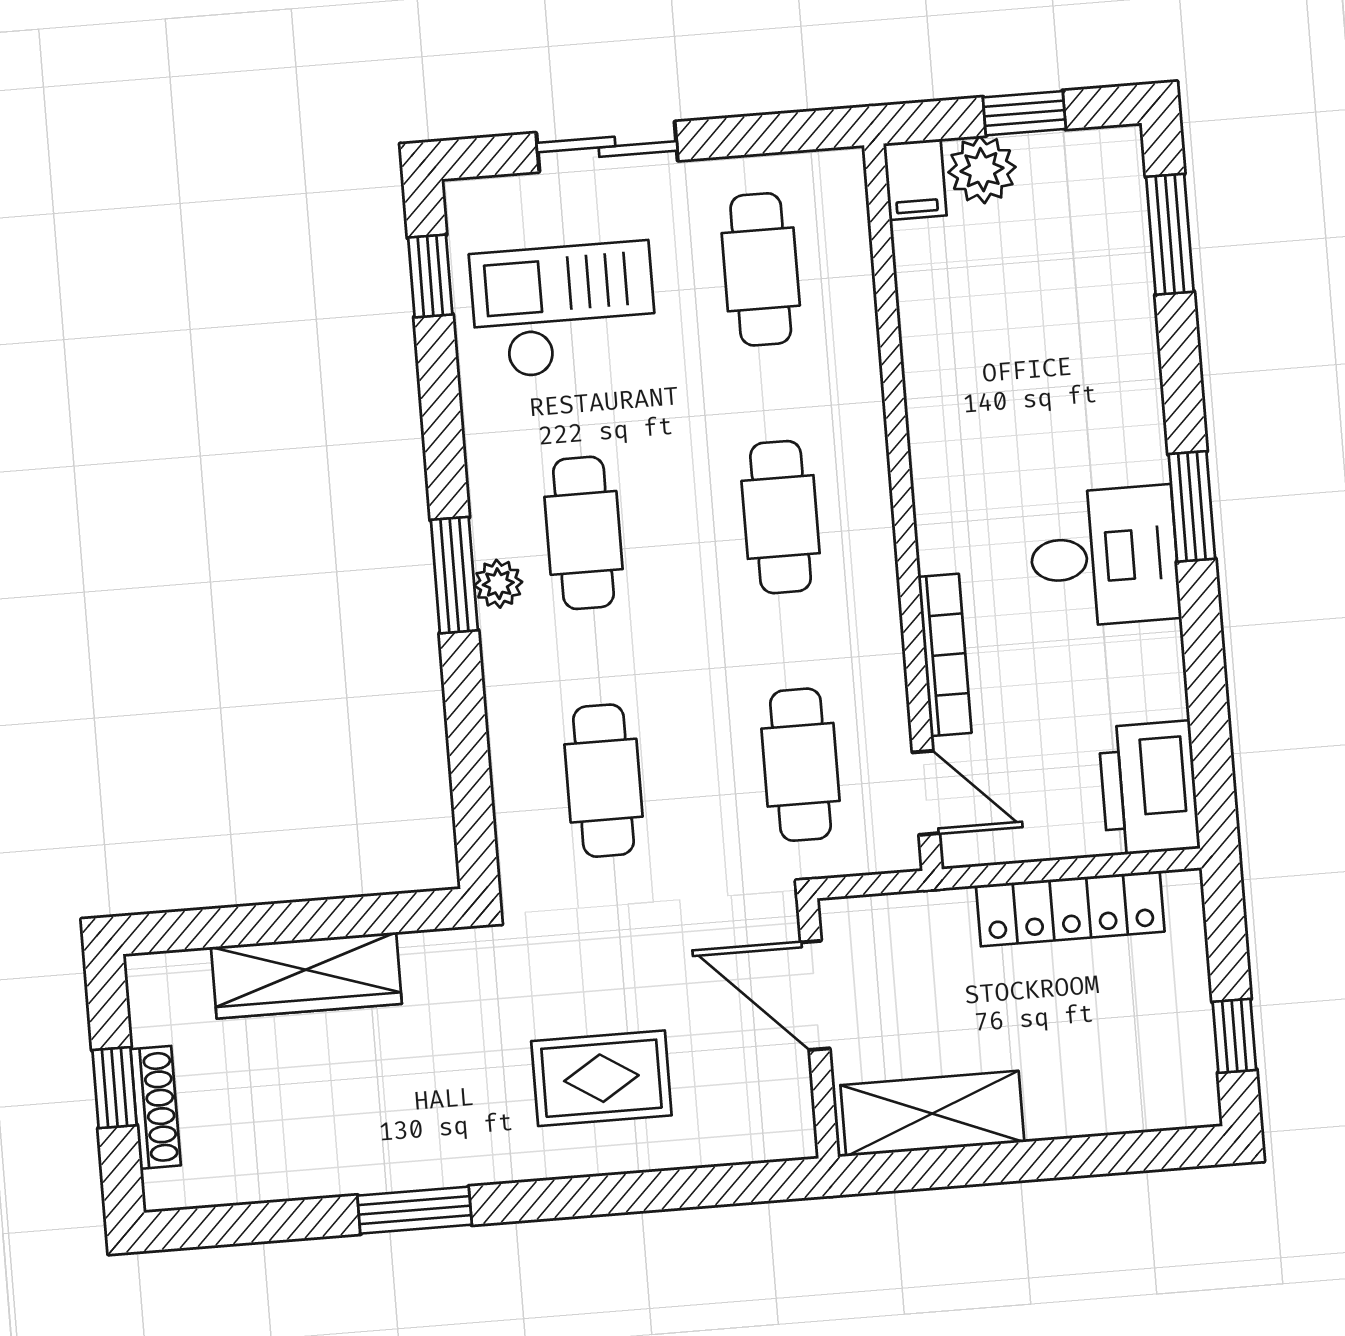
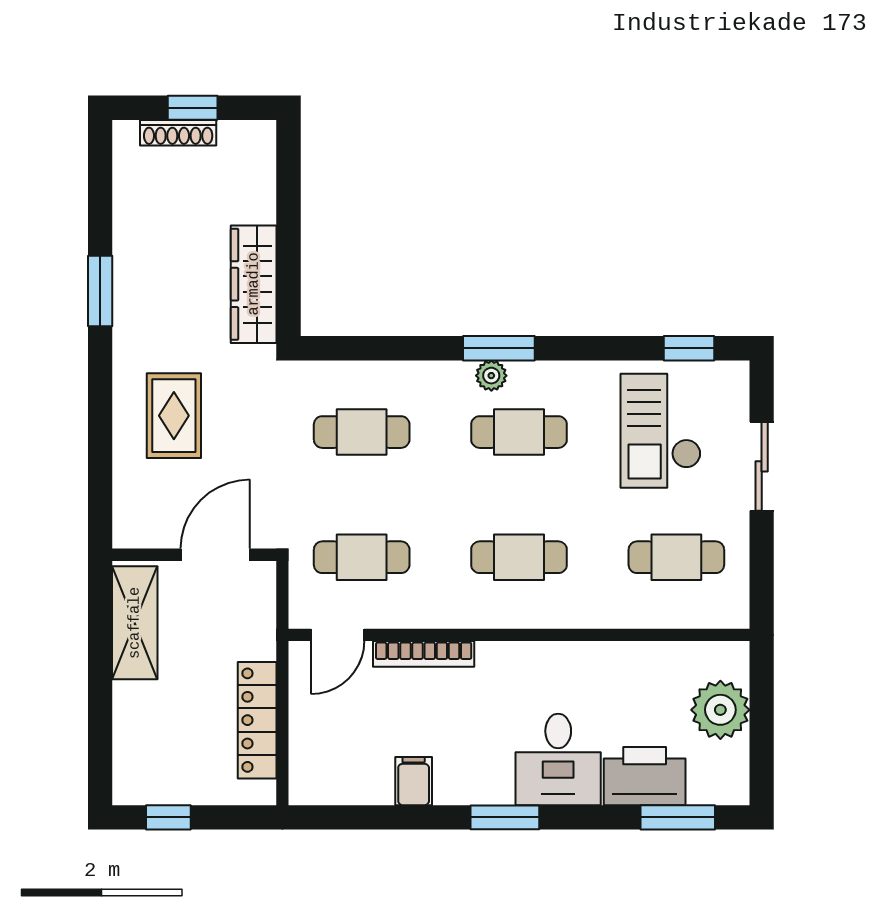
window: (1024, 113) -> (762, 732), removed
plant: (982, 170) -> (720, 710), width x1.36, depth x1.36
filing cabinet: (915, 180) -> (414, 781), moved, turned 90
checkout: (564, 310) -> (661, 431), turned 180
desk: (1104, 557) -> (558, 759), moved
printer: (1149, 788) -> (645, 776), moved
wardrobe: (306, 975) -> (254, 284), moved

